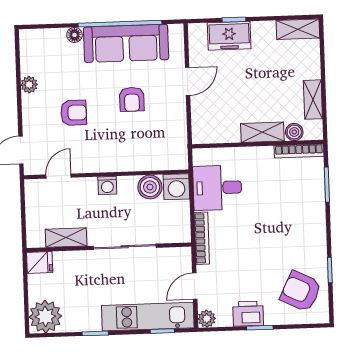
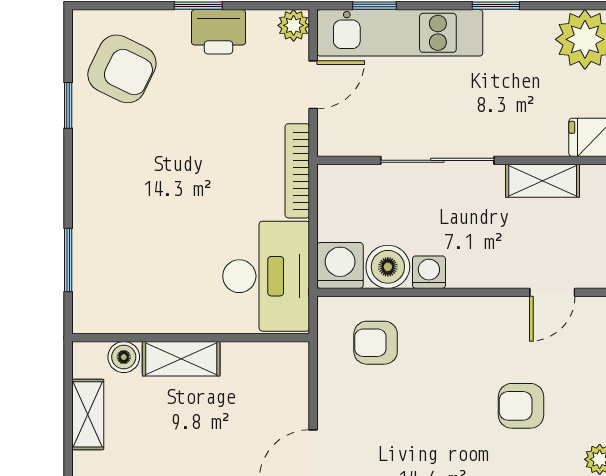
armchair: (132, 99) -> (376, 343), moved, turned -90
bookcase: (299, 151) -> (116, 322), removed
washing machine: (107, 186) -> (429, 272), moved
desk: (217, 188) -> (266, 276), width x1.37

